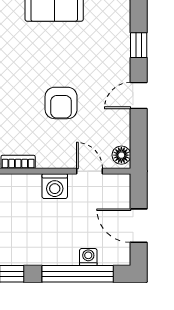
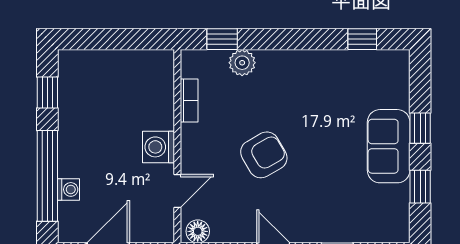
armchair: (61, 103) -> (264, 155), turned 150

